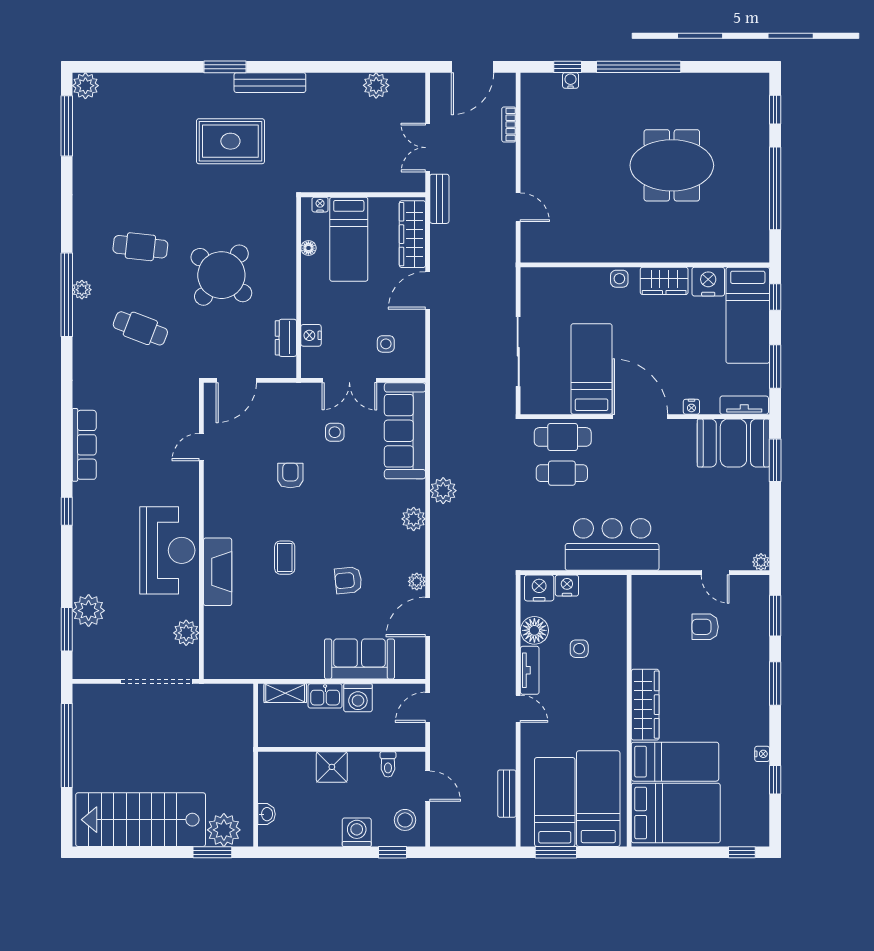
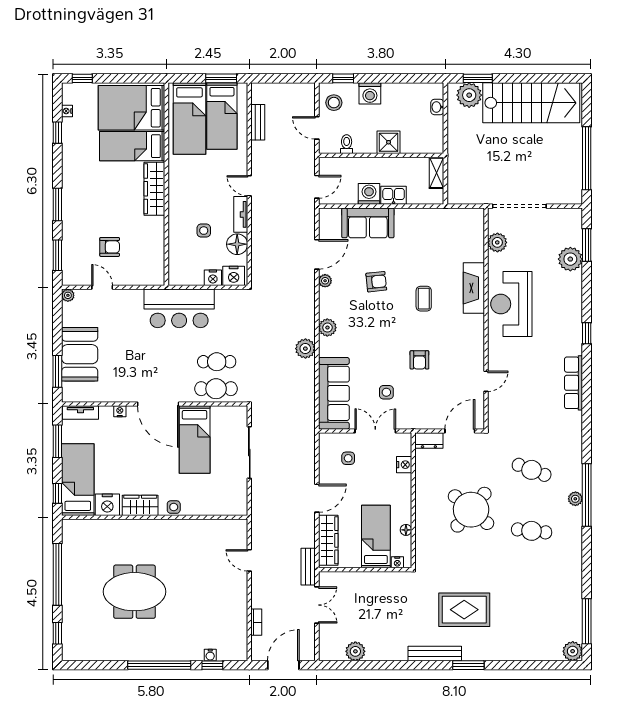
dresser: (286, 338) -> (429, 441), moved, turned 90
booth: (733, 443) -> (80, 354), moved, turned 90
shelving: (285, 693) -> (437, 173), moved, turned 90
nightstand: (762, 754) -> (67, 111), moved

